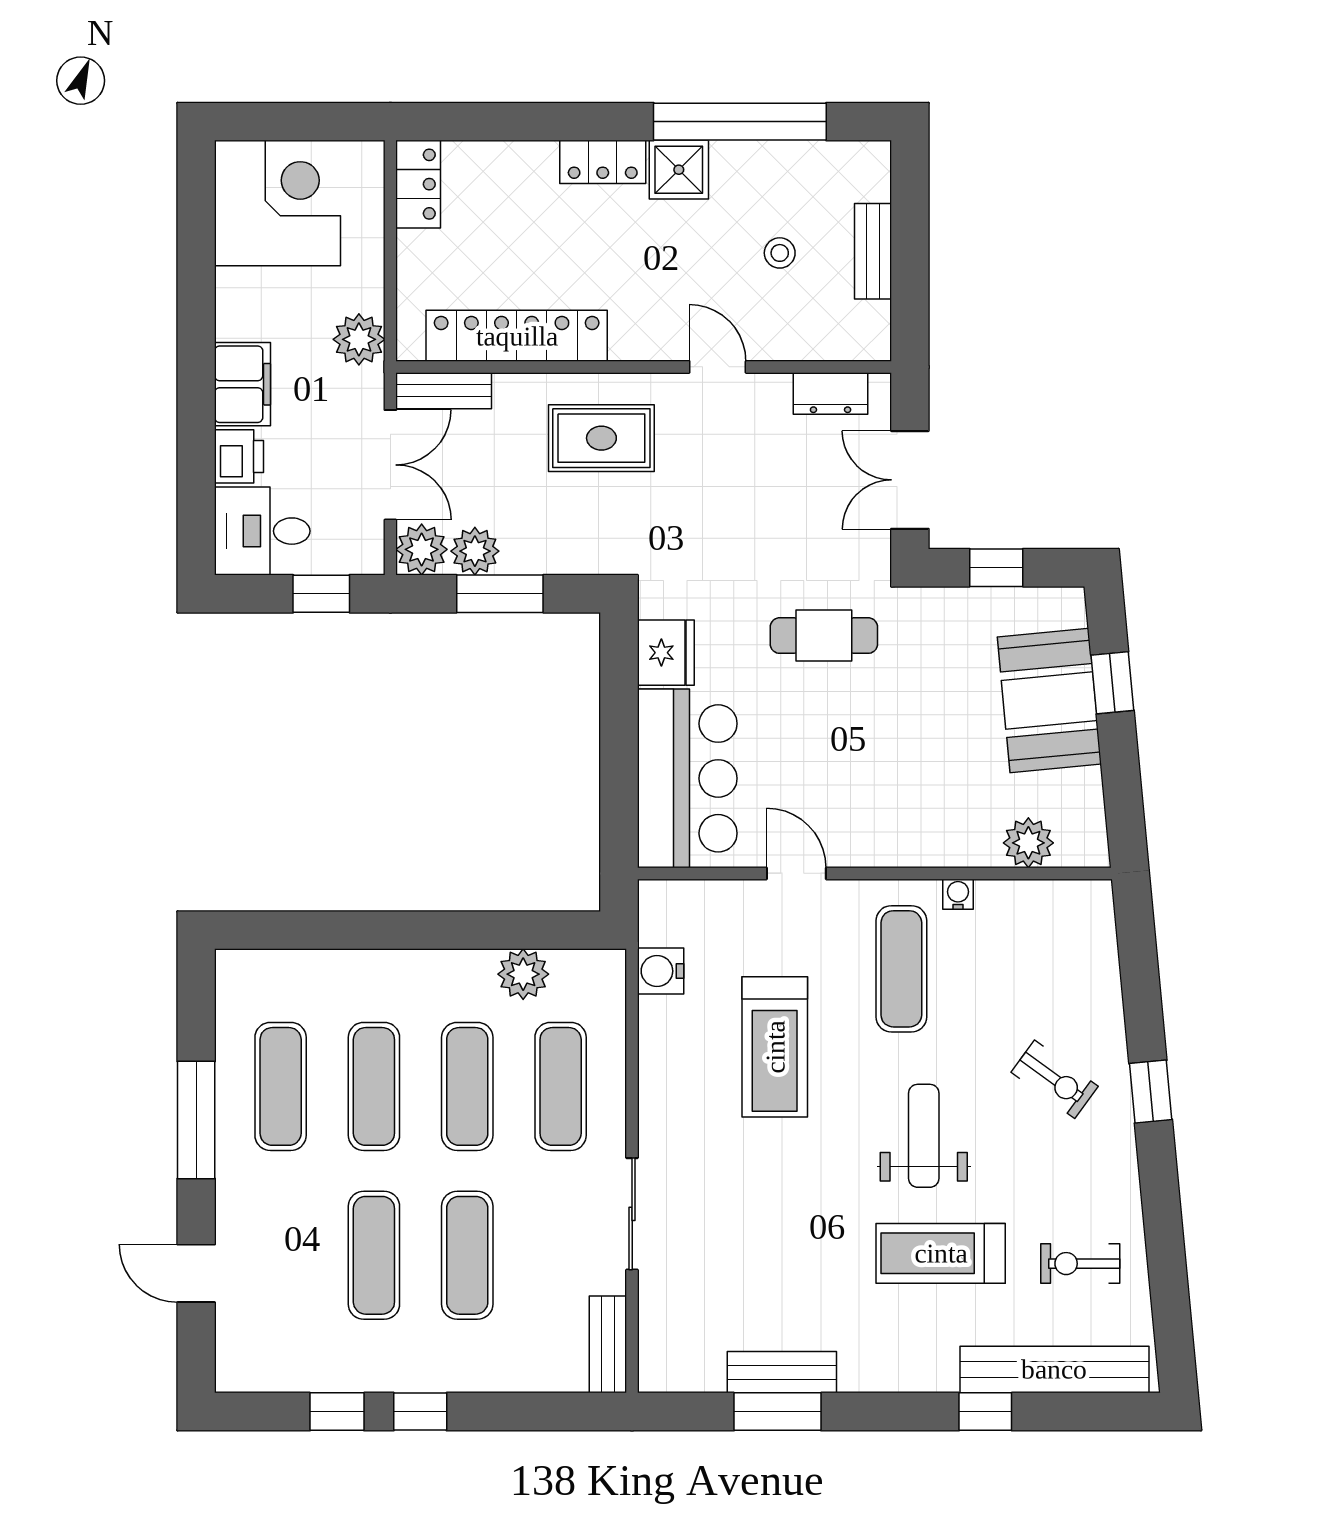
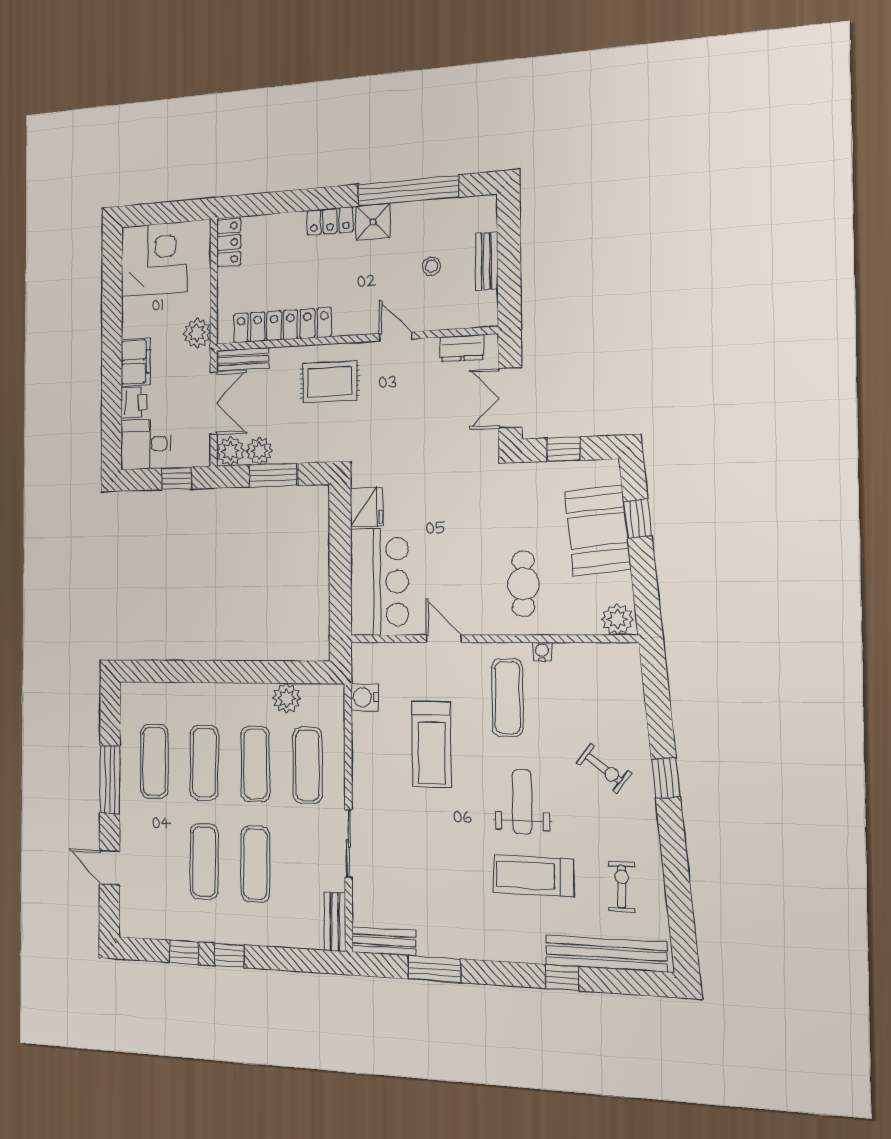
cafe table: (824, 636) -> (523, 584), moved, turned 90
plant: (1028, 843) -> (617, 619), moved
exercise bike: (1080, 1264) -> (622, 886), turned 90
bench: (782, 1372) -> (384, 941), moved

